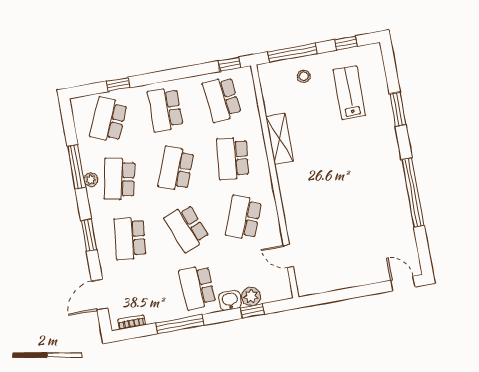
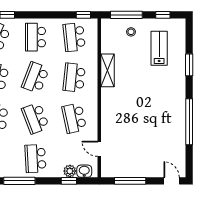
school desk: (244, 218) -> (74, 118), turned -33
window: (342, 295) -> (130, 181), added
washbasin: (230, 300) -> (84, 171), moved

